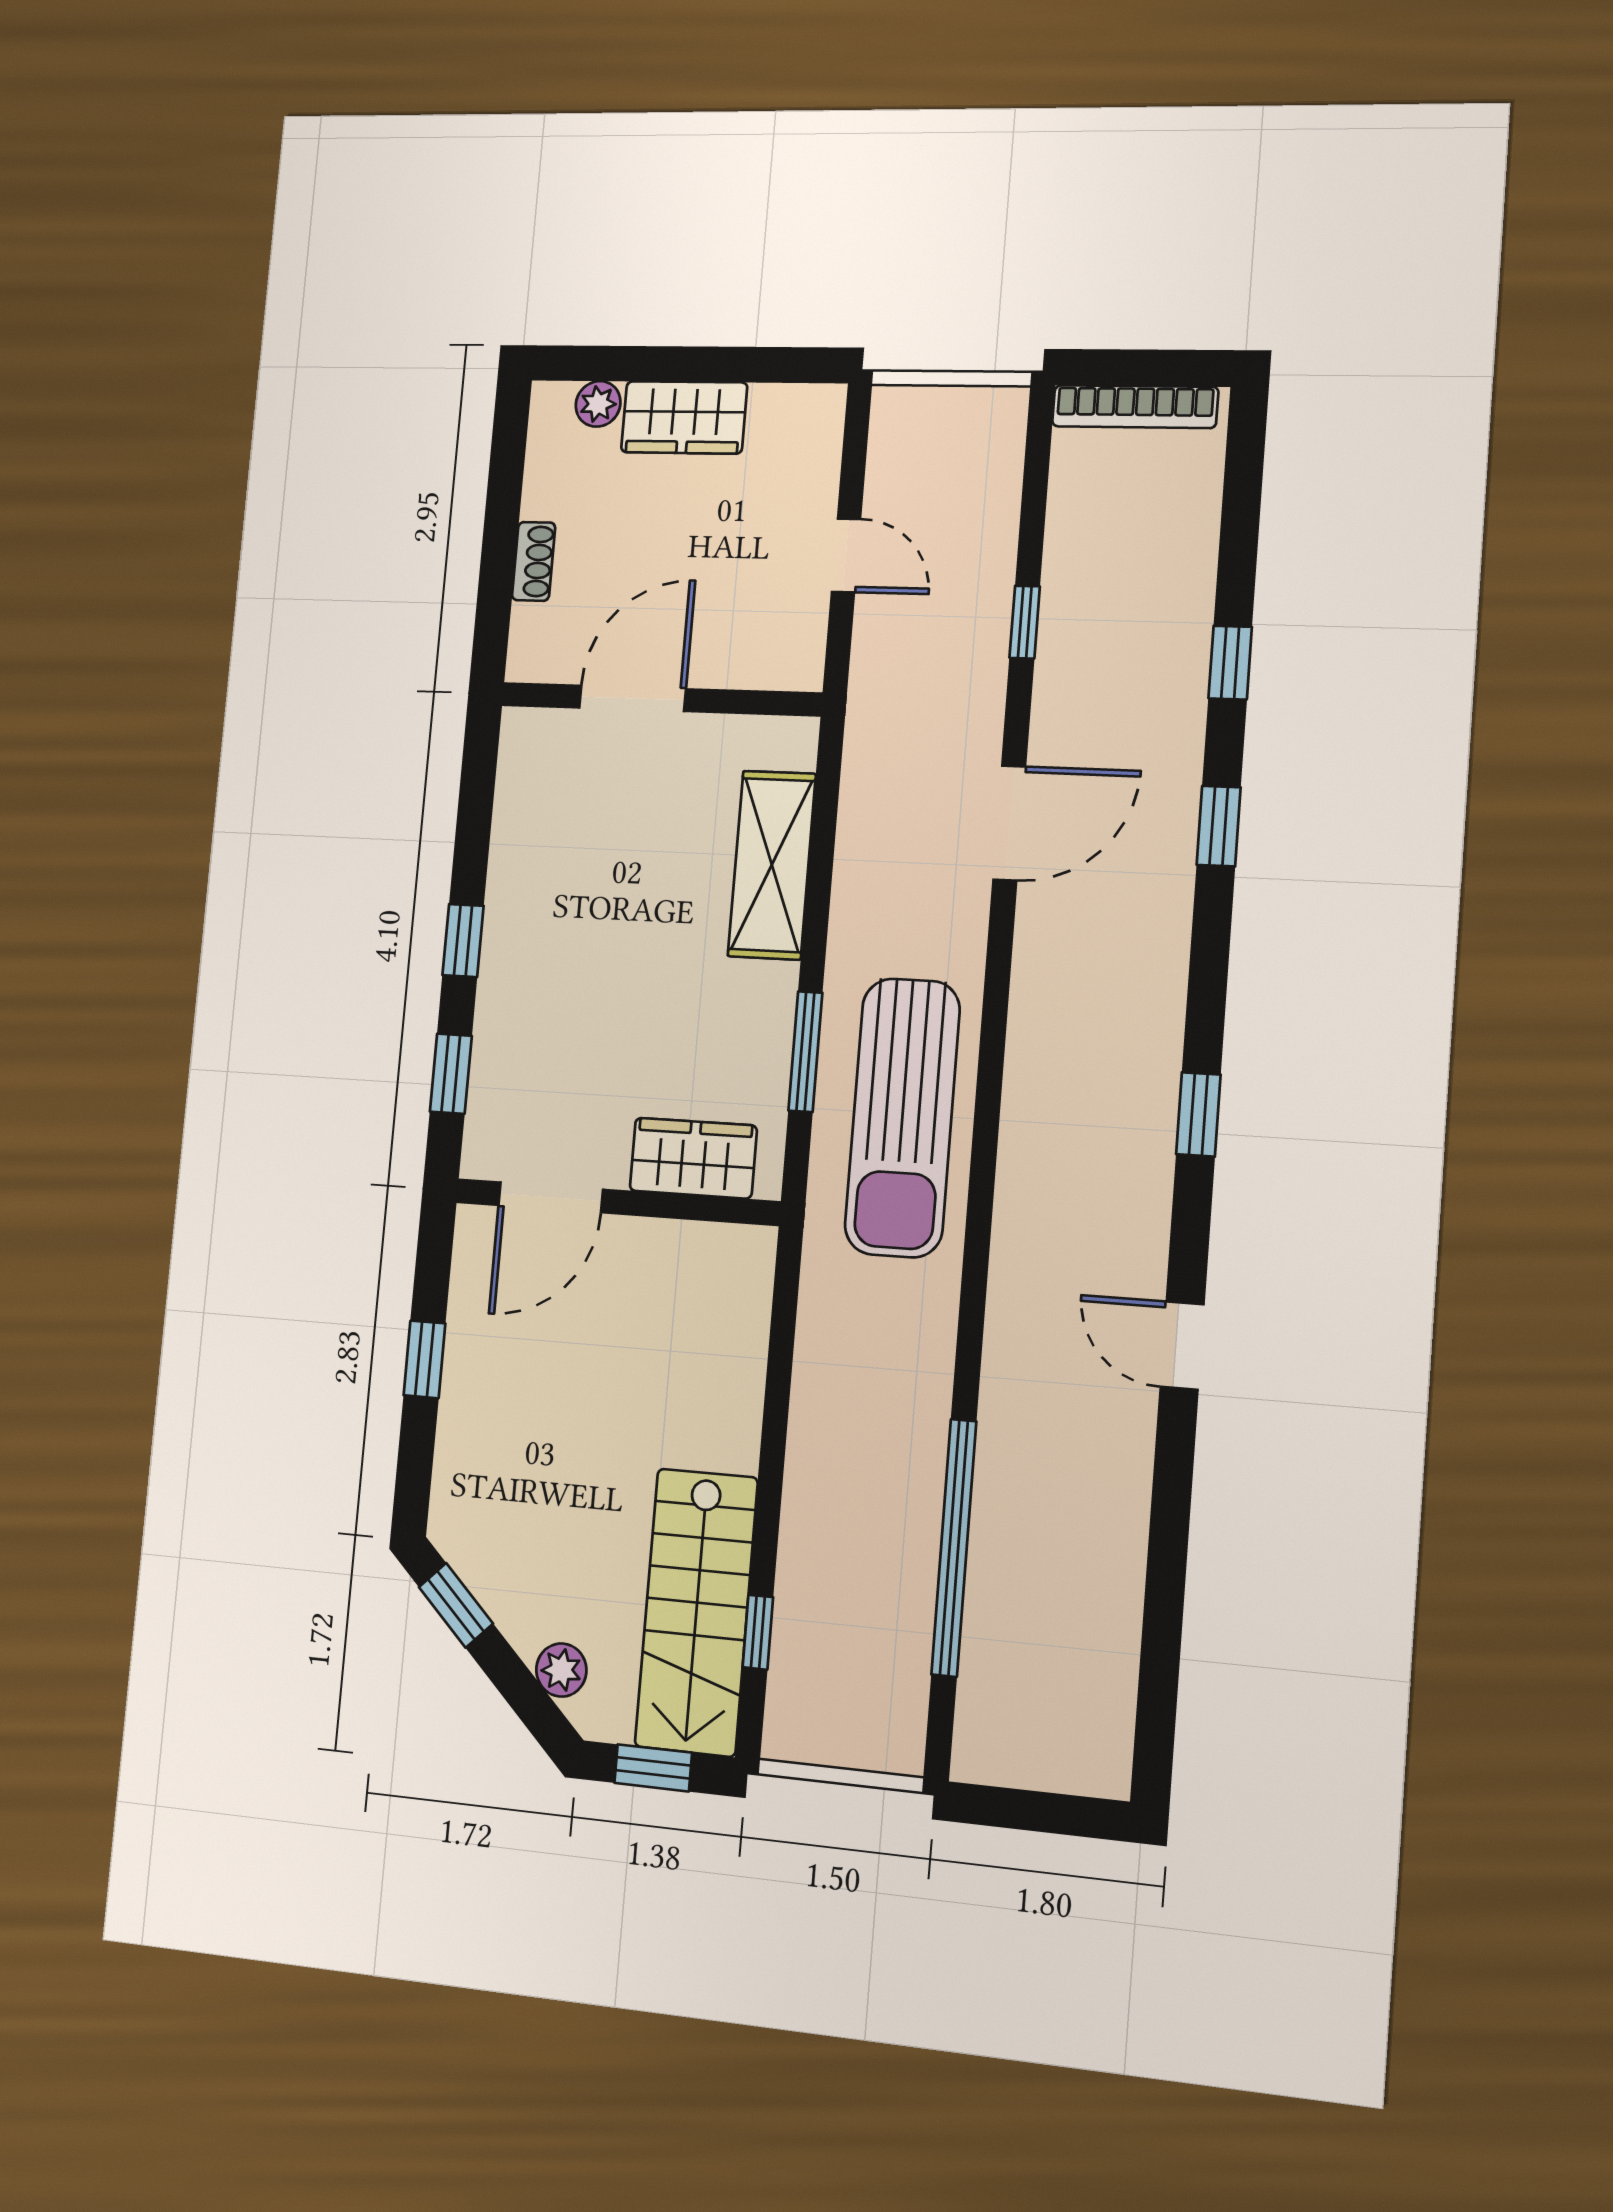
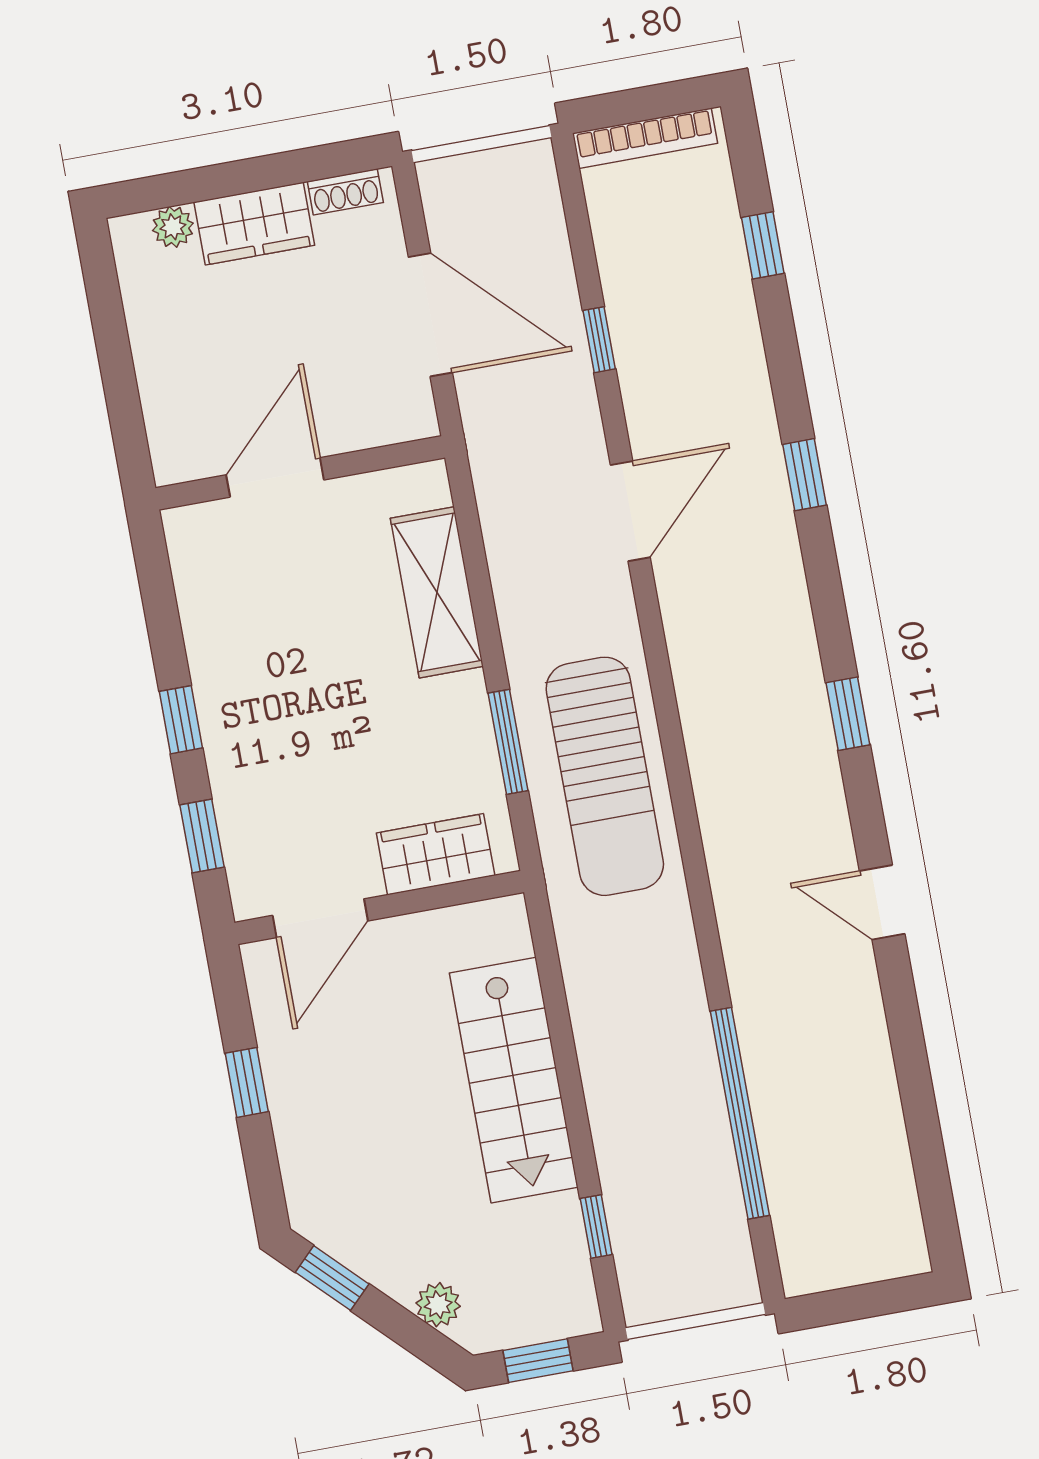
door: (846, 555) -> (430, 315), width x1.88
shoe rack: (534, 561) -> (345, 192), moved, turned 90
window: (1230, 663) -> (763, 245), moved
stairs: (696, 1612) -> (514, 1080), moved

